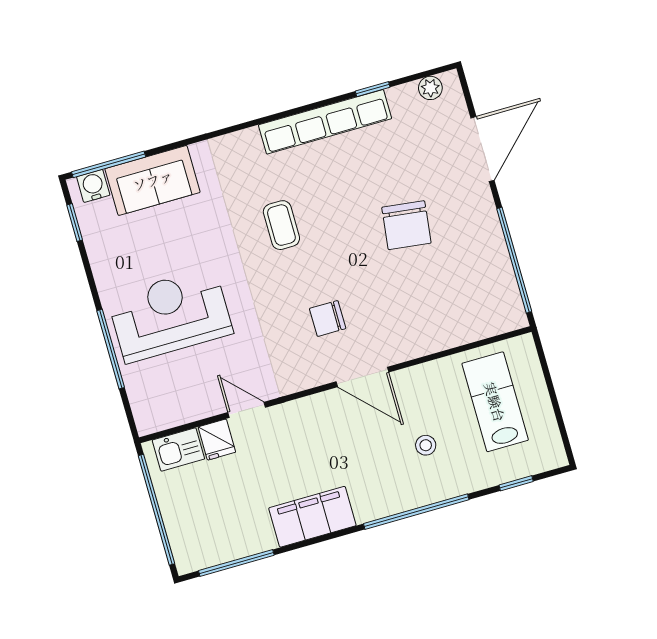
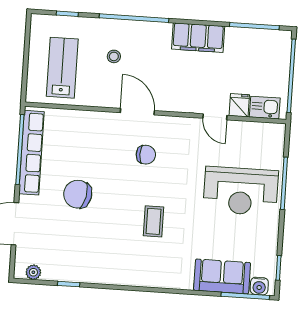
row of seats: (325, 122) -> (32, 153), moved, turned 90
chair: (406, 225) -> (78, 194), turned -85
lab bench: (495, 402) -> (62, 68), turned 180

